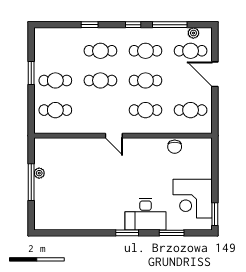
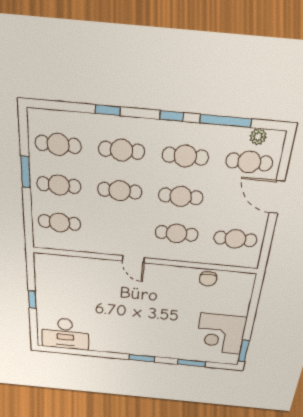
cafe table: (55, 51) -> (58, 144), added
plant: (39, 173) -> (41, 291), removed
window: (31, 182) -> (32, 299), width x0.46
desk: (146, 214) -> (65, 334), moved

